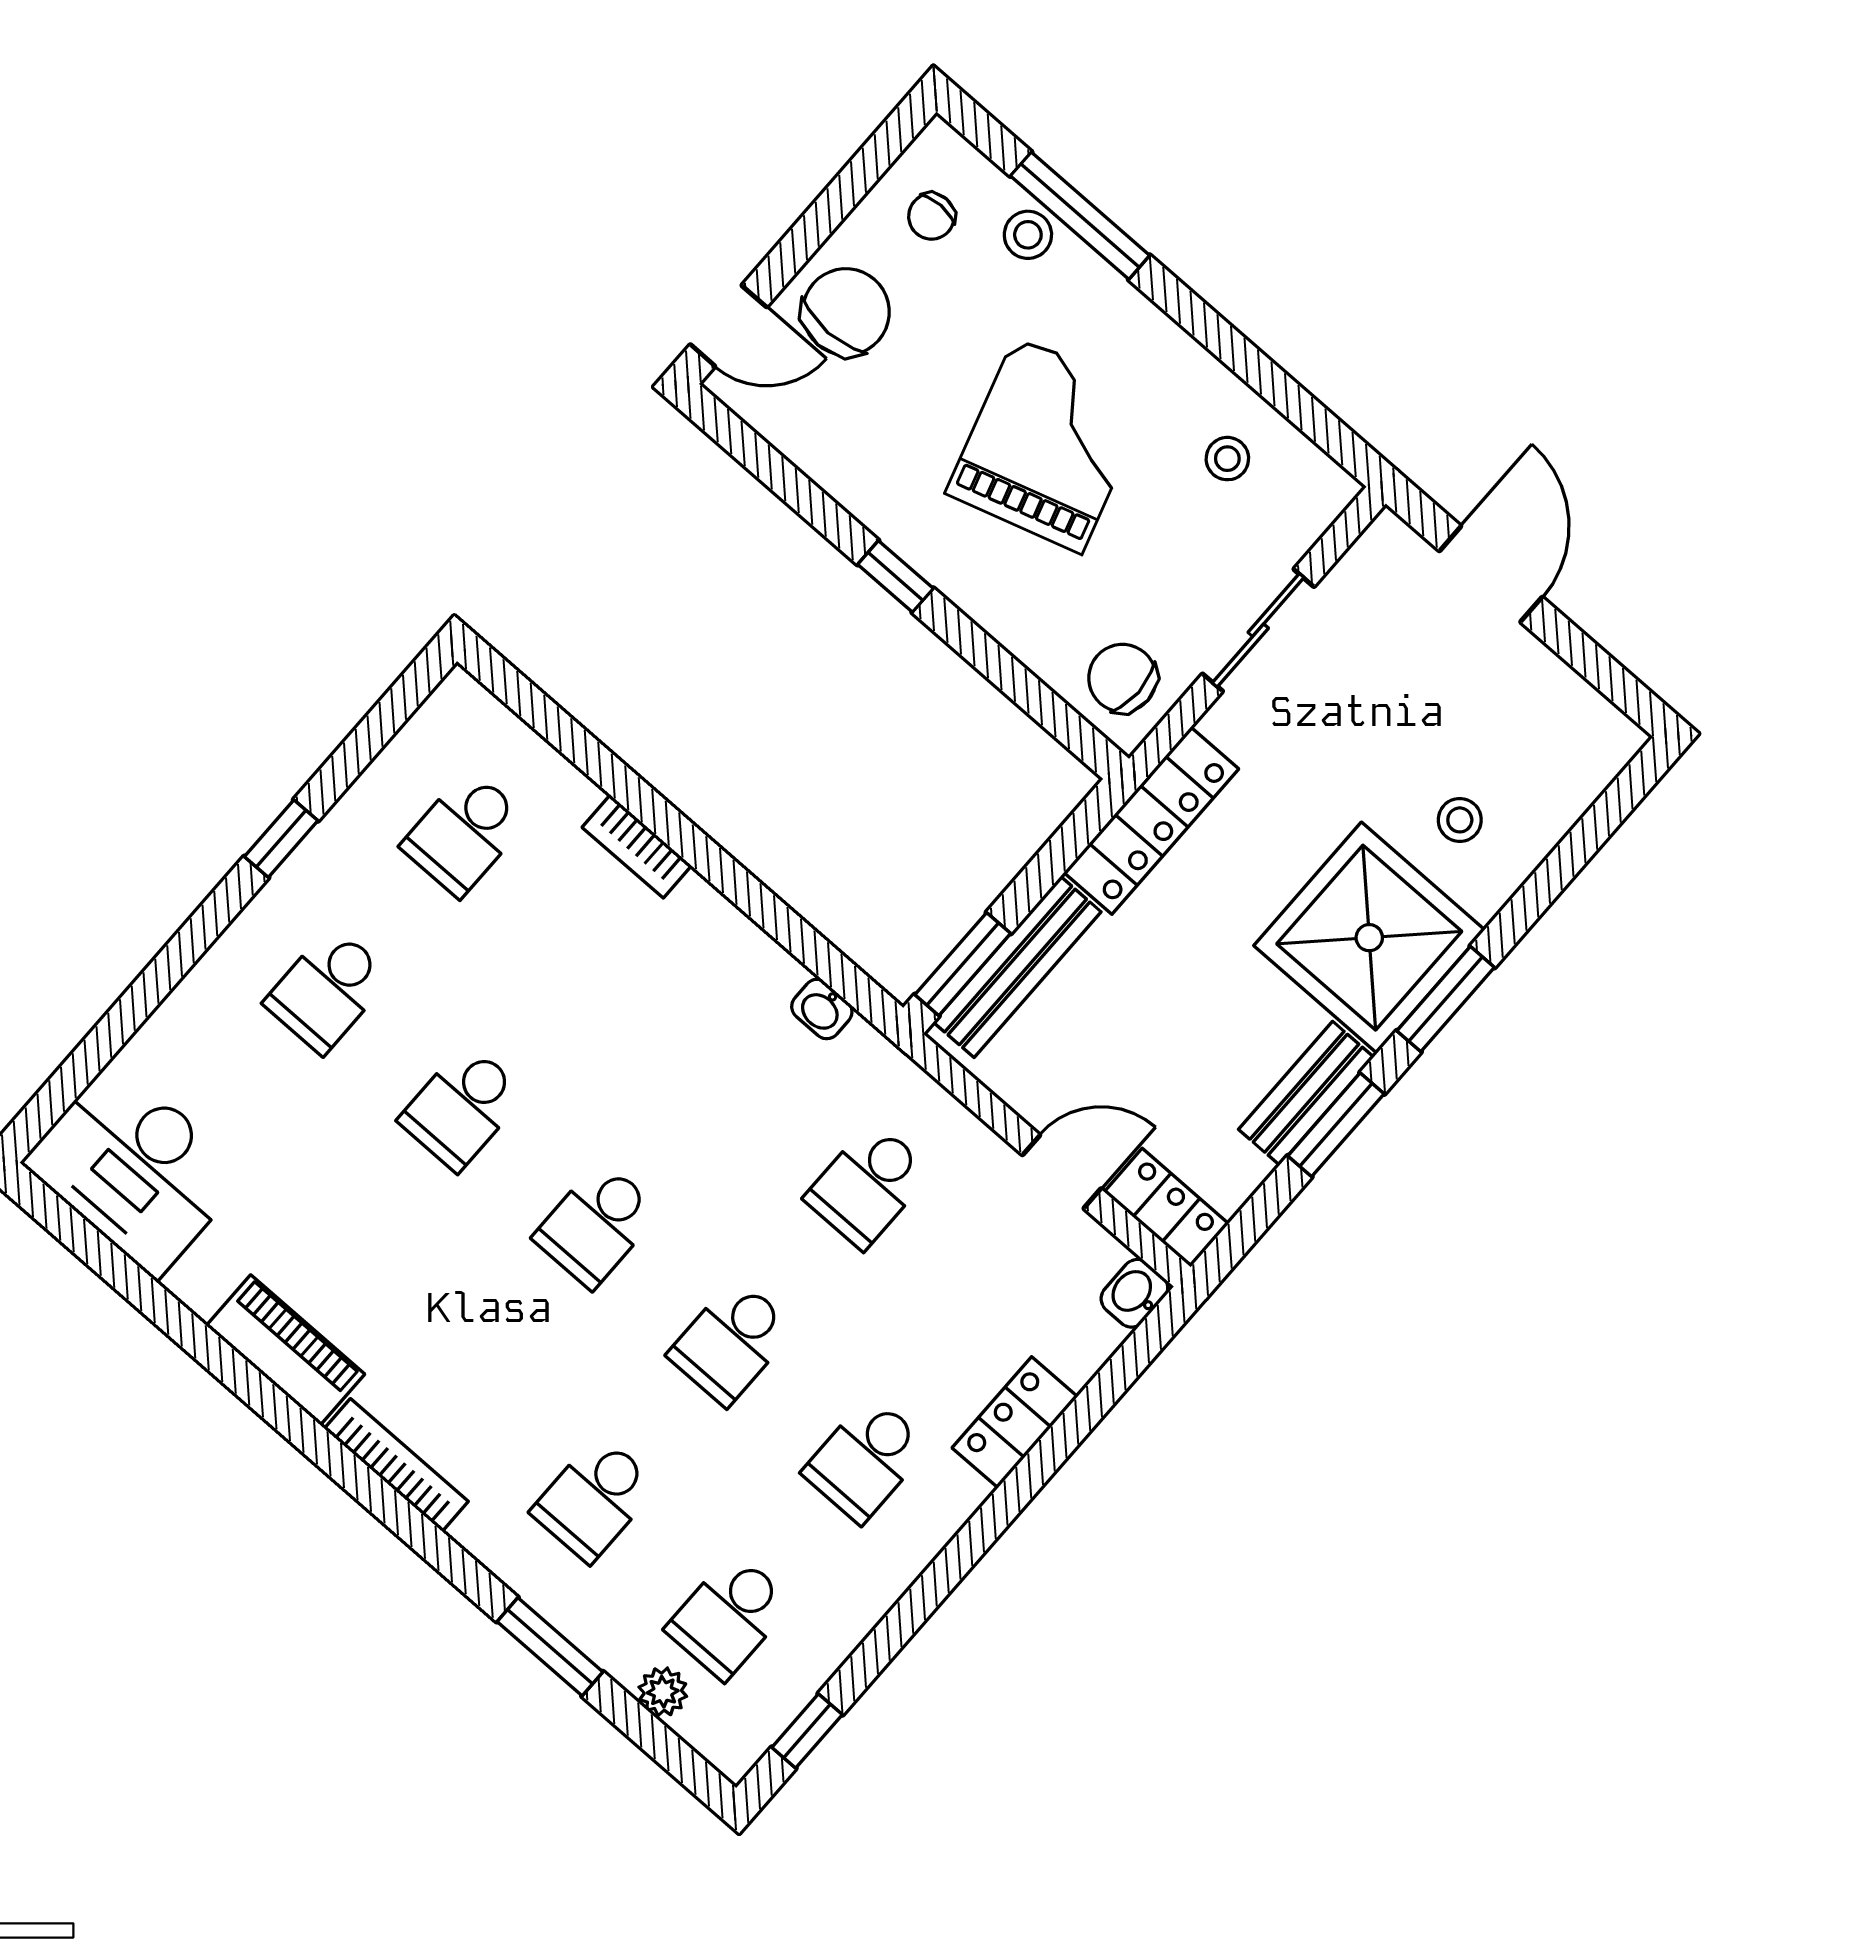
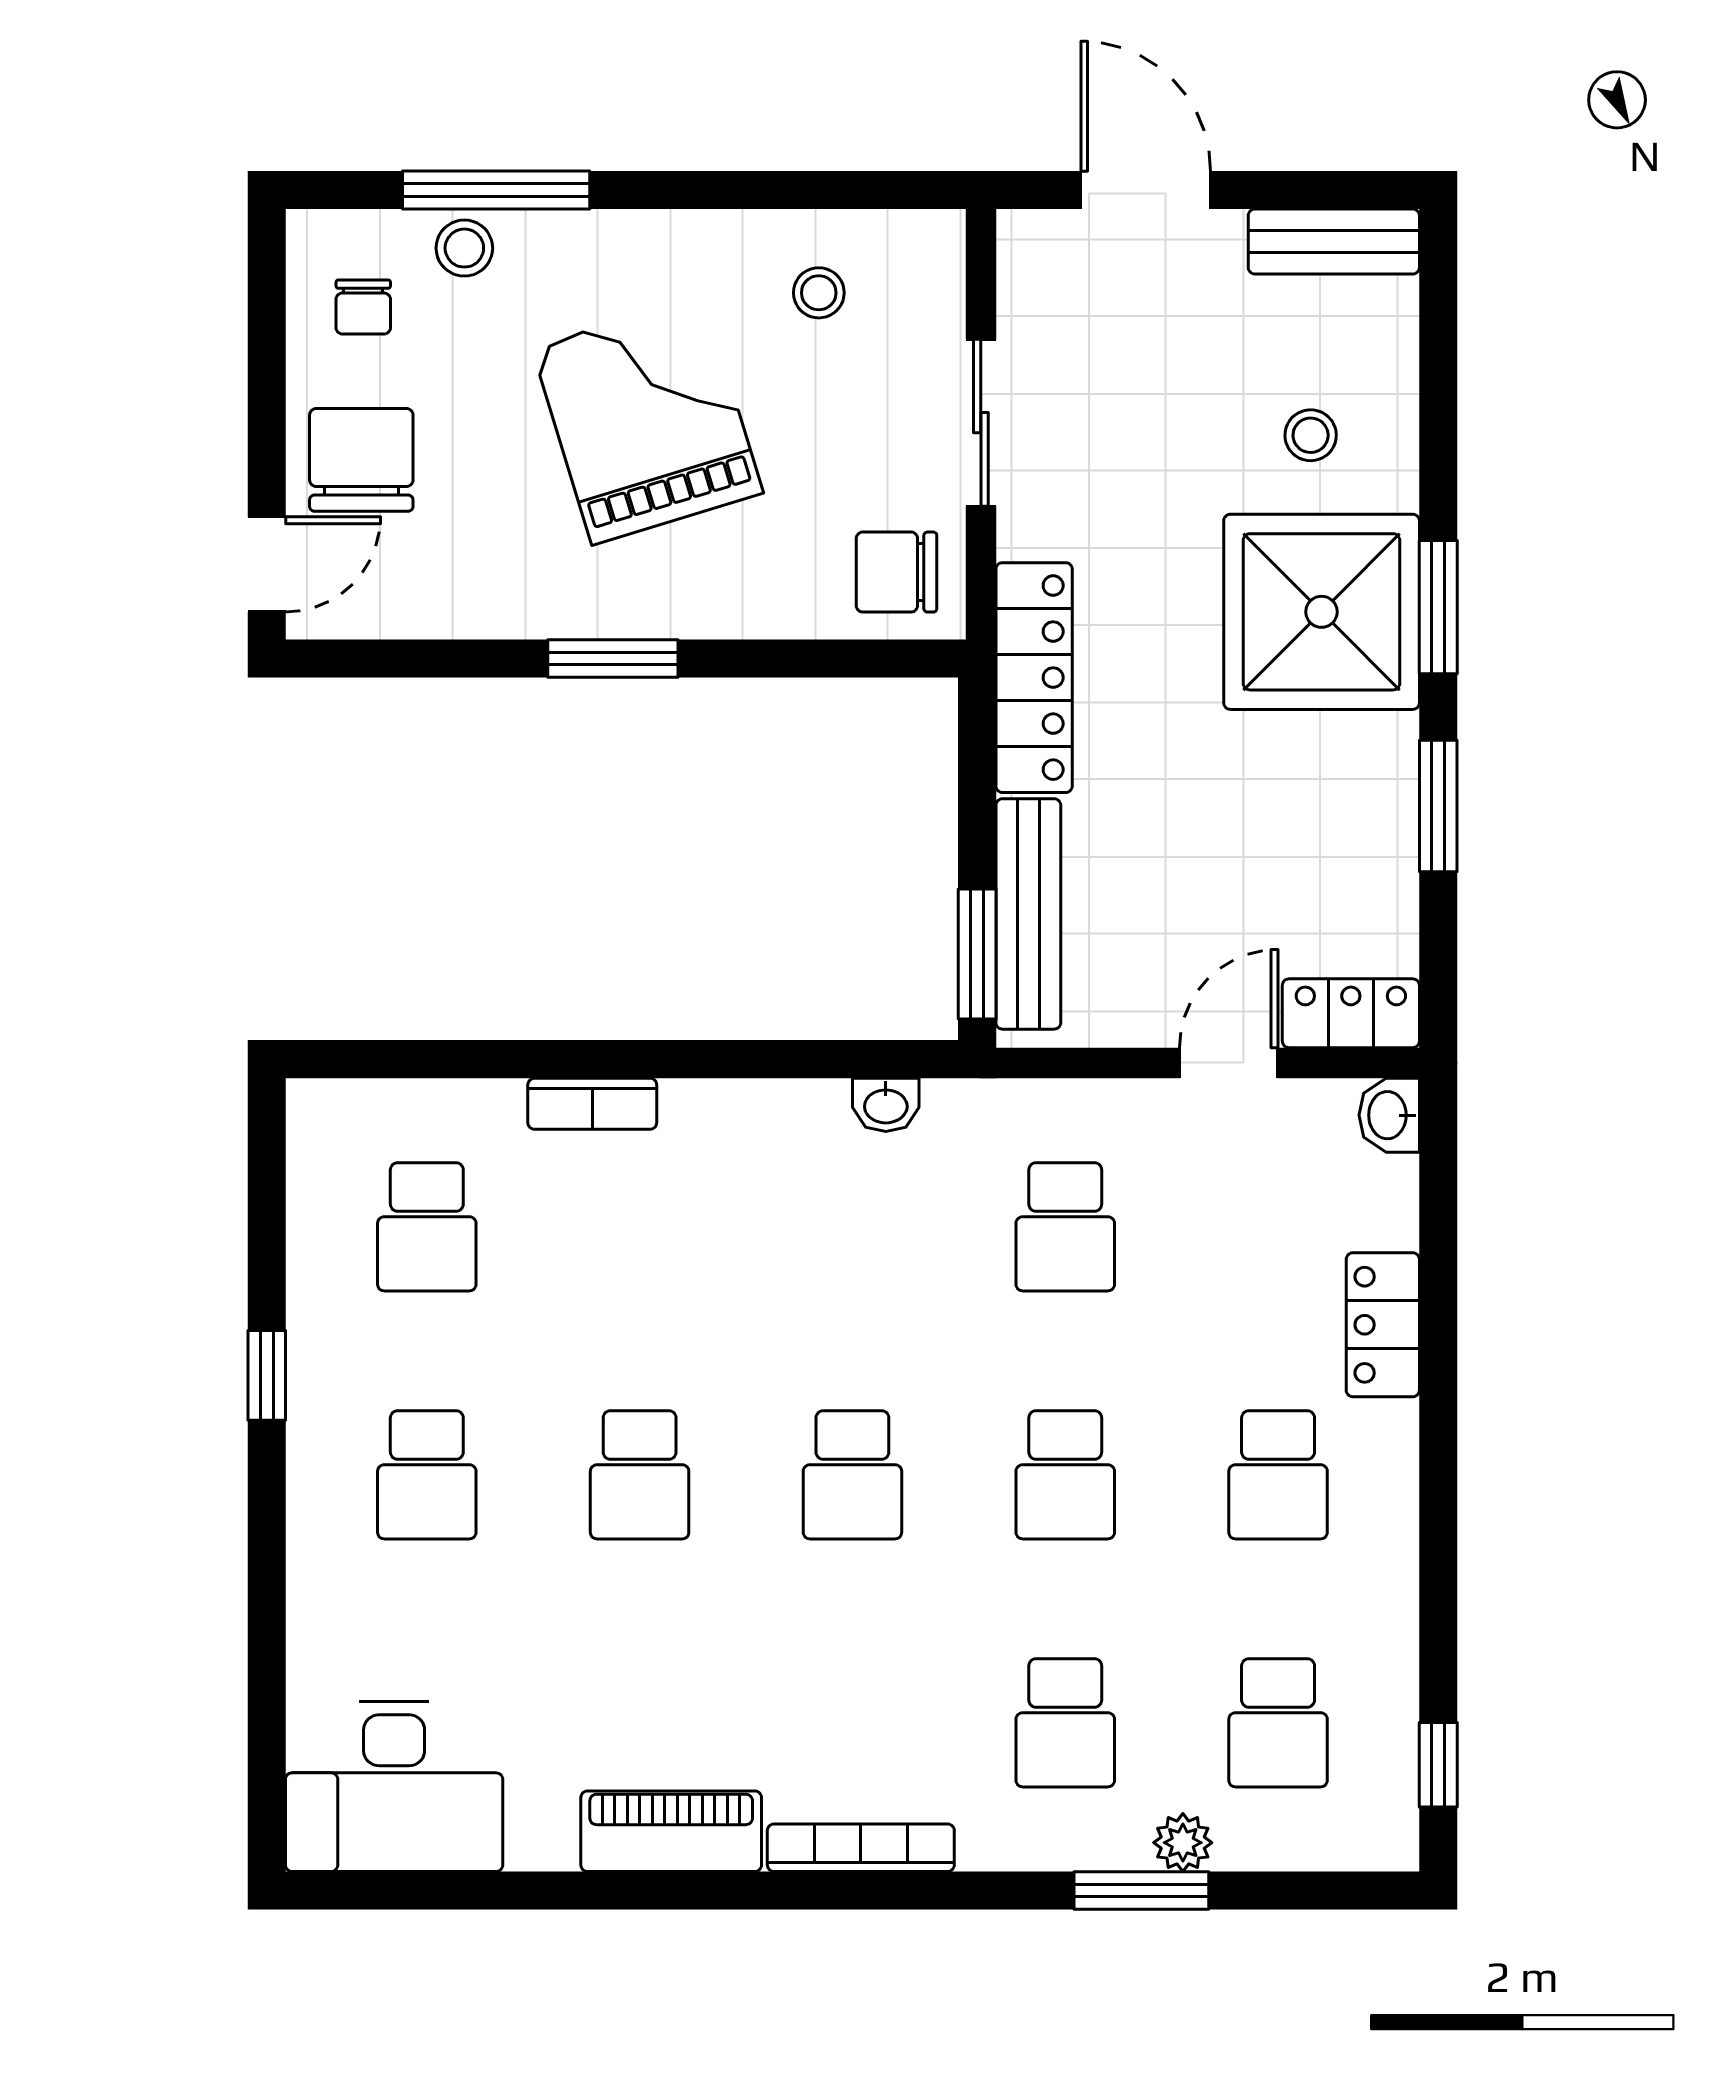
window: (895, 576) -> (613, 659), width x1.50
bench: (1306, 1093) -> (1334, 242), moved, turned 90
plant: (663, 1692) -> (1183, 1843), moved

